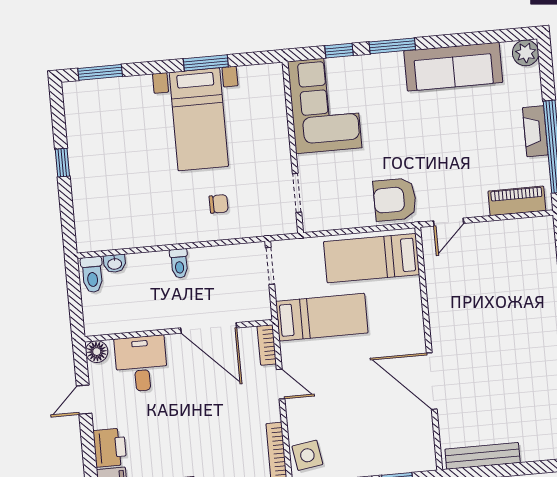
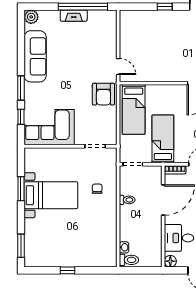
piano: (517, 201) -> (110, 29), removed
toilet: (179, 263) -> (127, 200), moved

